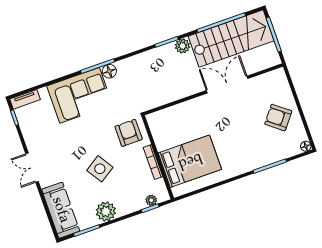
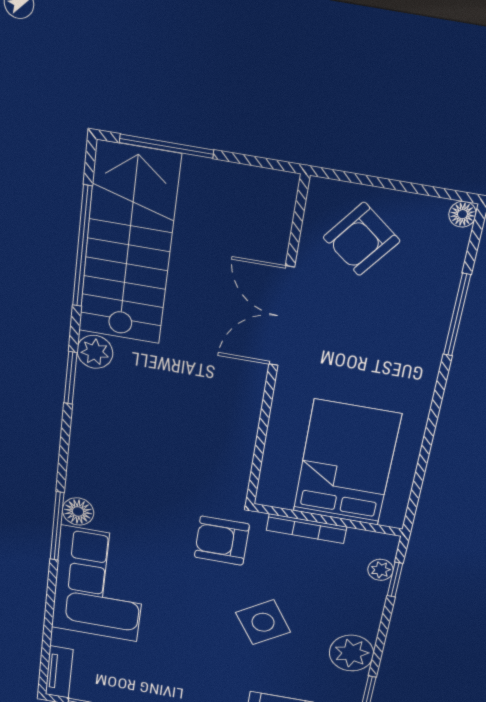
double door: (227, 85) -> (282, 316), moved
wall: (213, 89) -> (276, 349), moved

